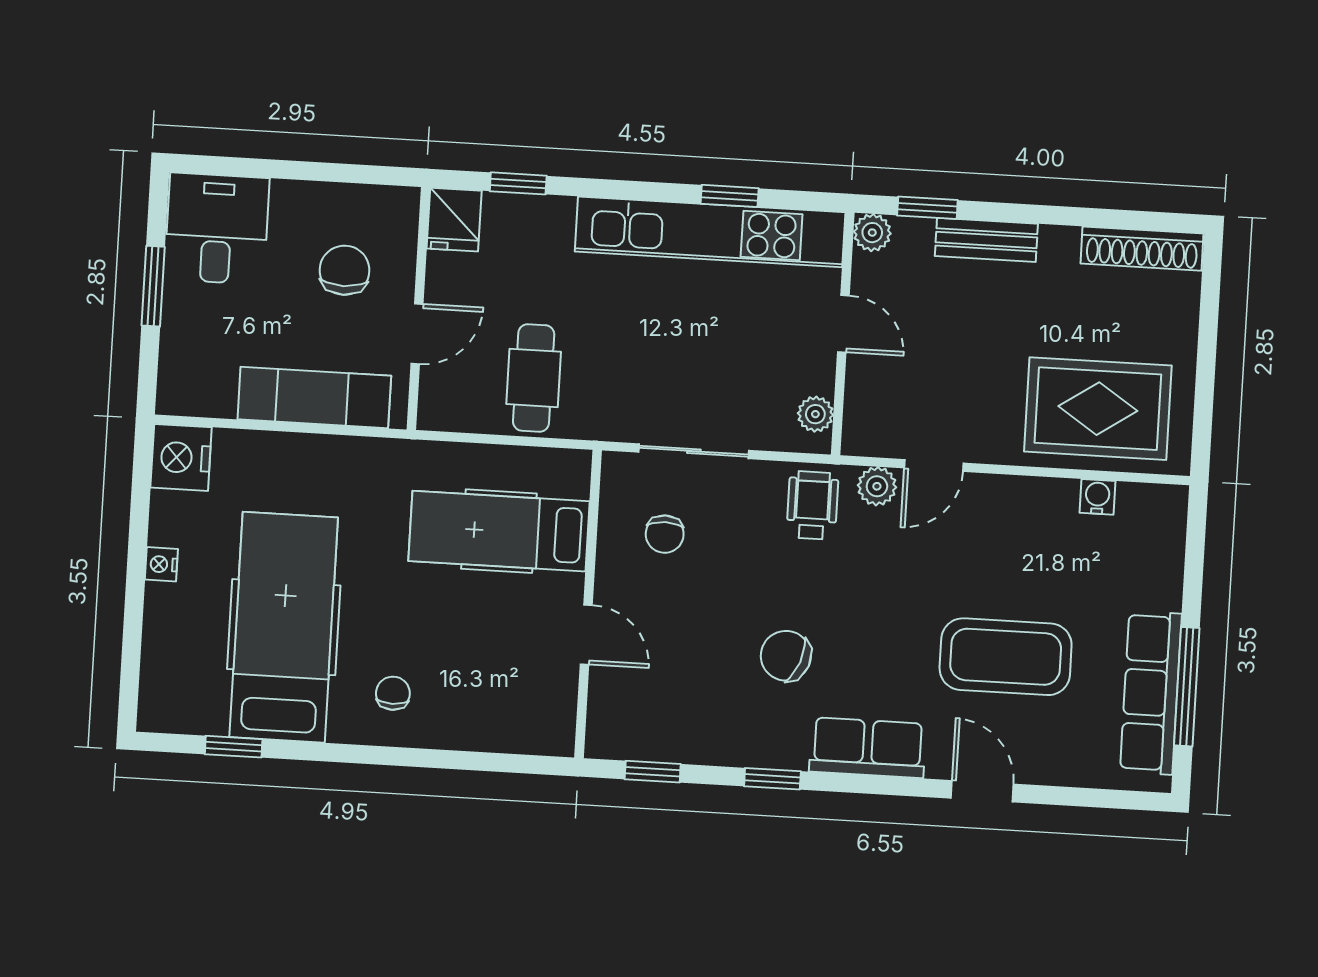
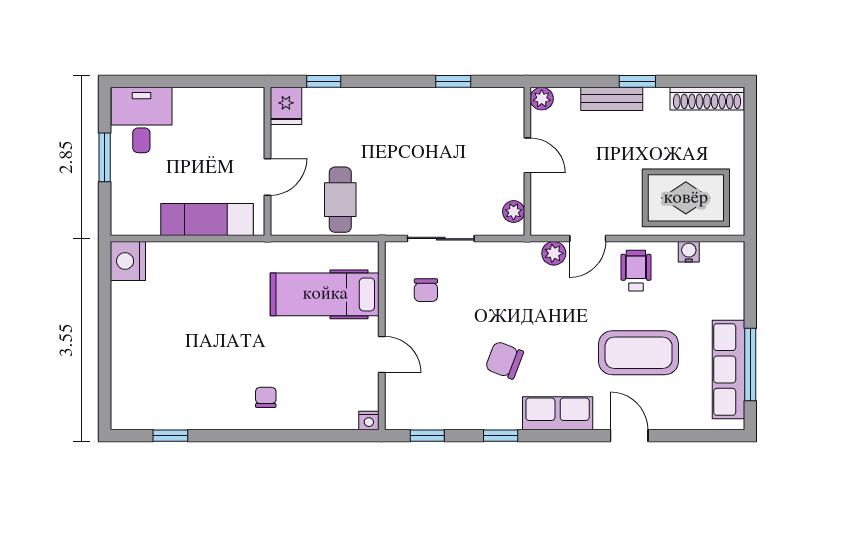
window: (927, 208) -> (637, 81), moved
kitchen unit: (710, 232) -> (443, 104), removed
chair: (345, 270) -> (221, 141), removed
wheelchair: (812, 505) -> (636, 271), moved
nightstand: (161, 564) -> (369, 421), moved, turned -90
hospital bed: (284, 627) -> (197, 361), removed

